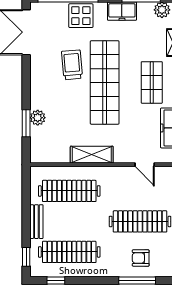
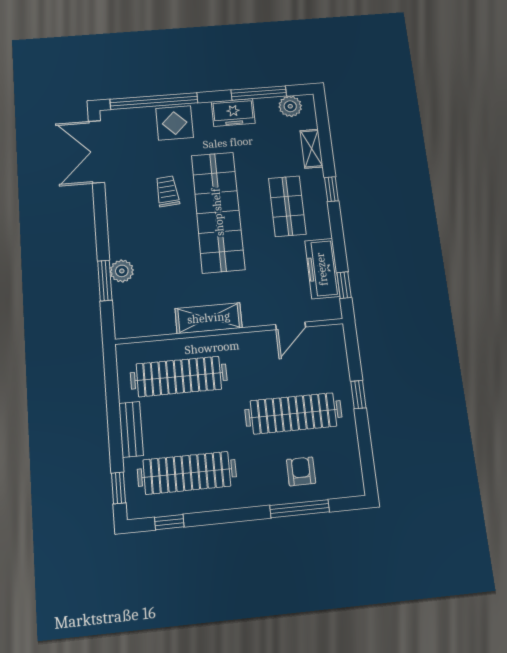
trolley: (72, 65) -> (167, 191), width x0.73, depth x0.72
door: (145, 165) -> (291, 326), hinge flipped
armchair: (141, 258) -> (301, 471), turned 90

